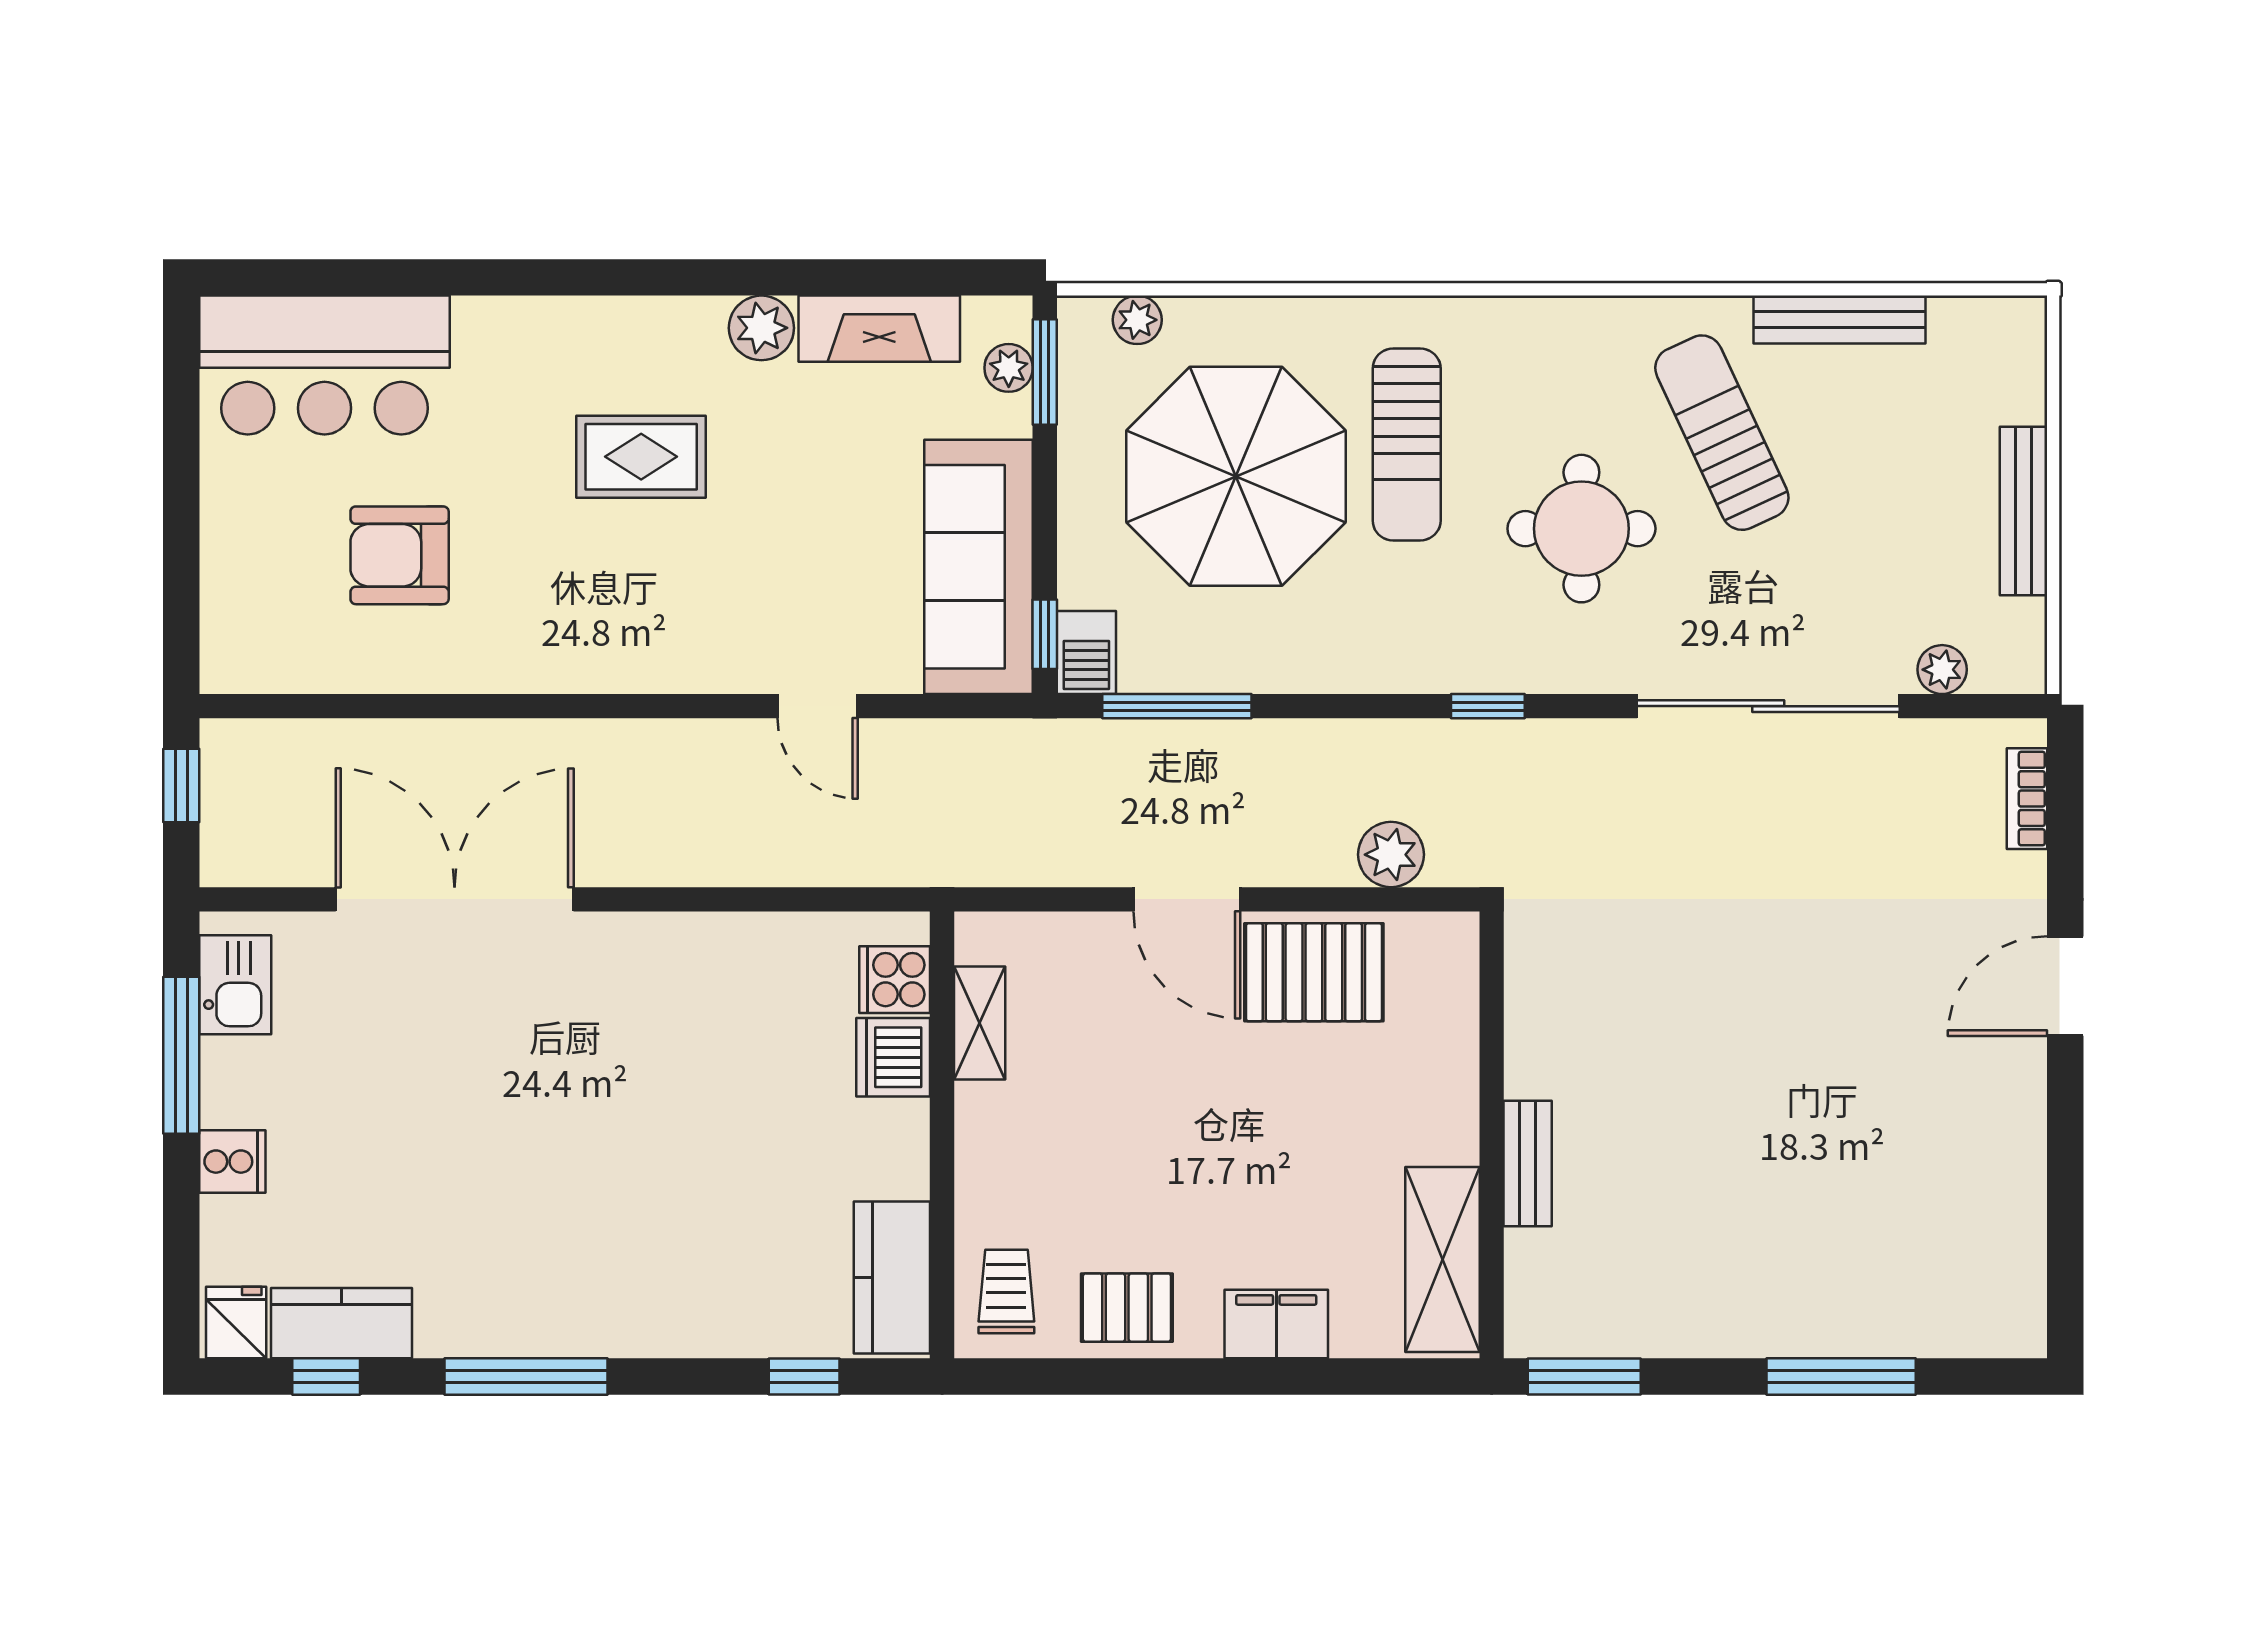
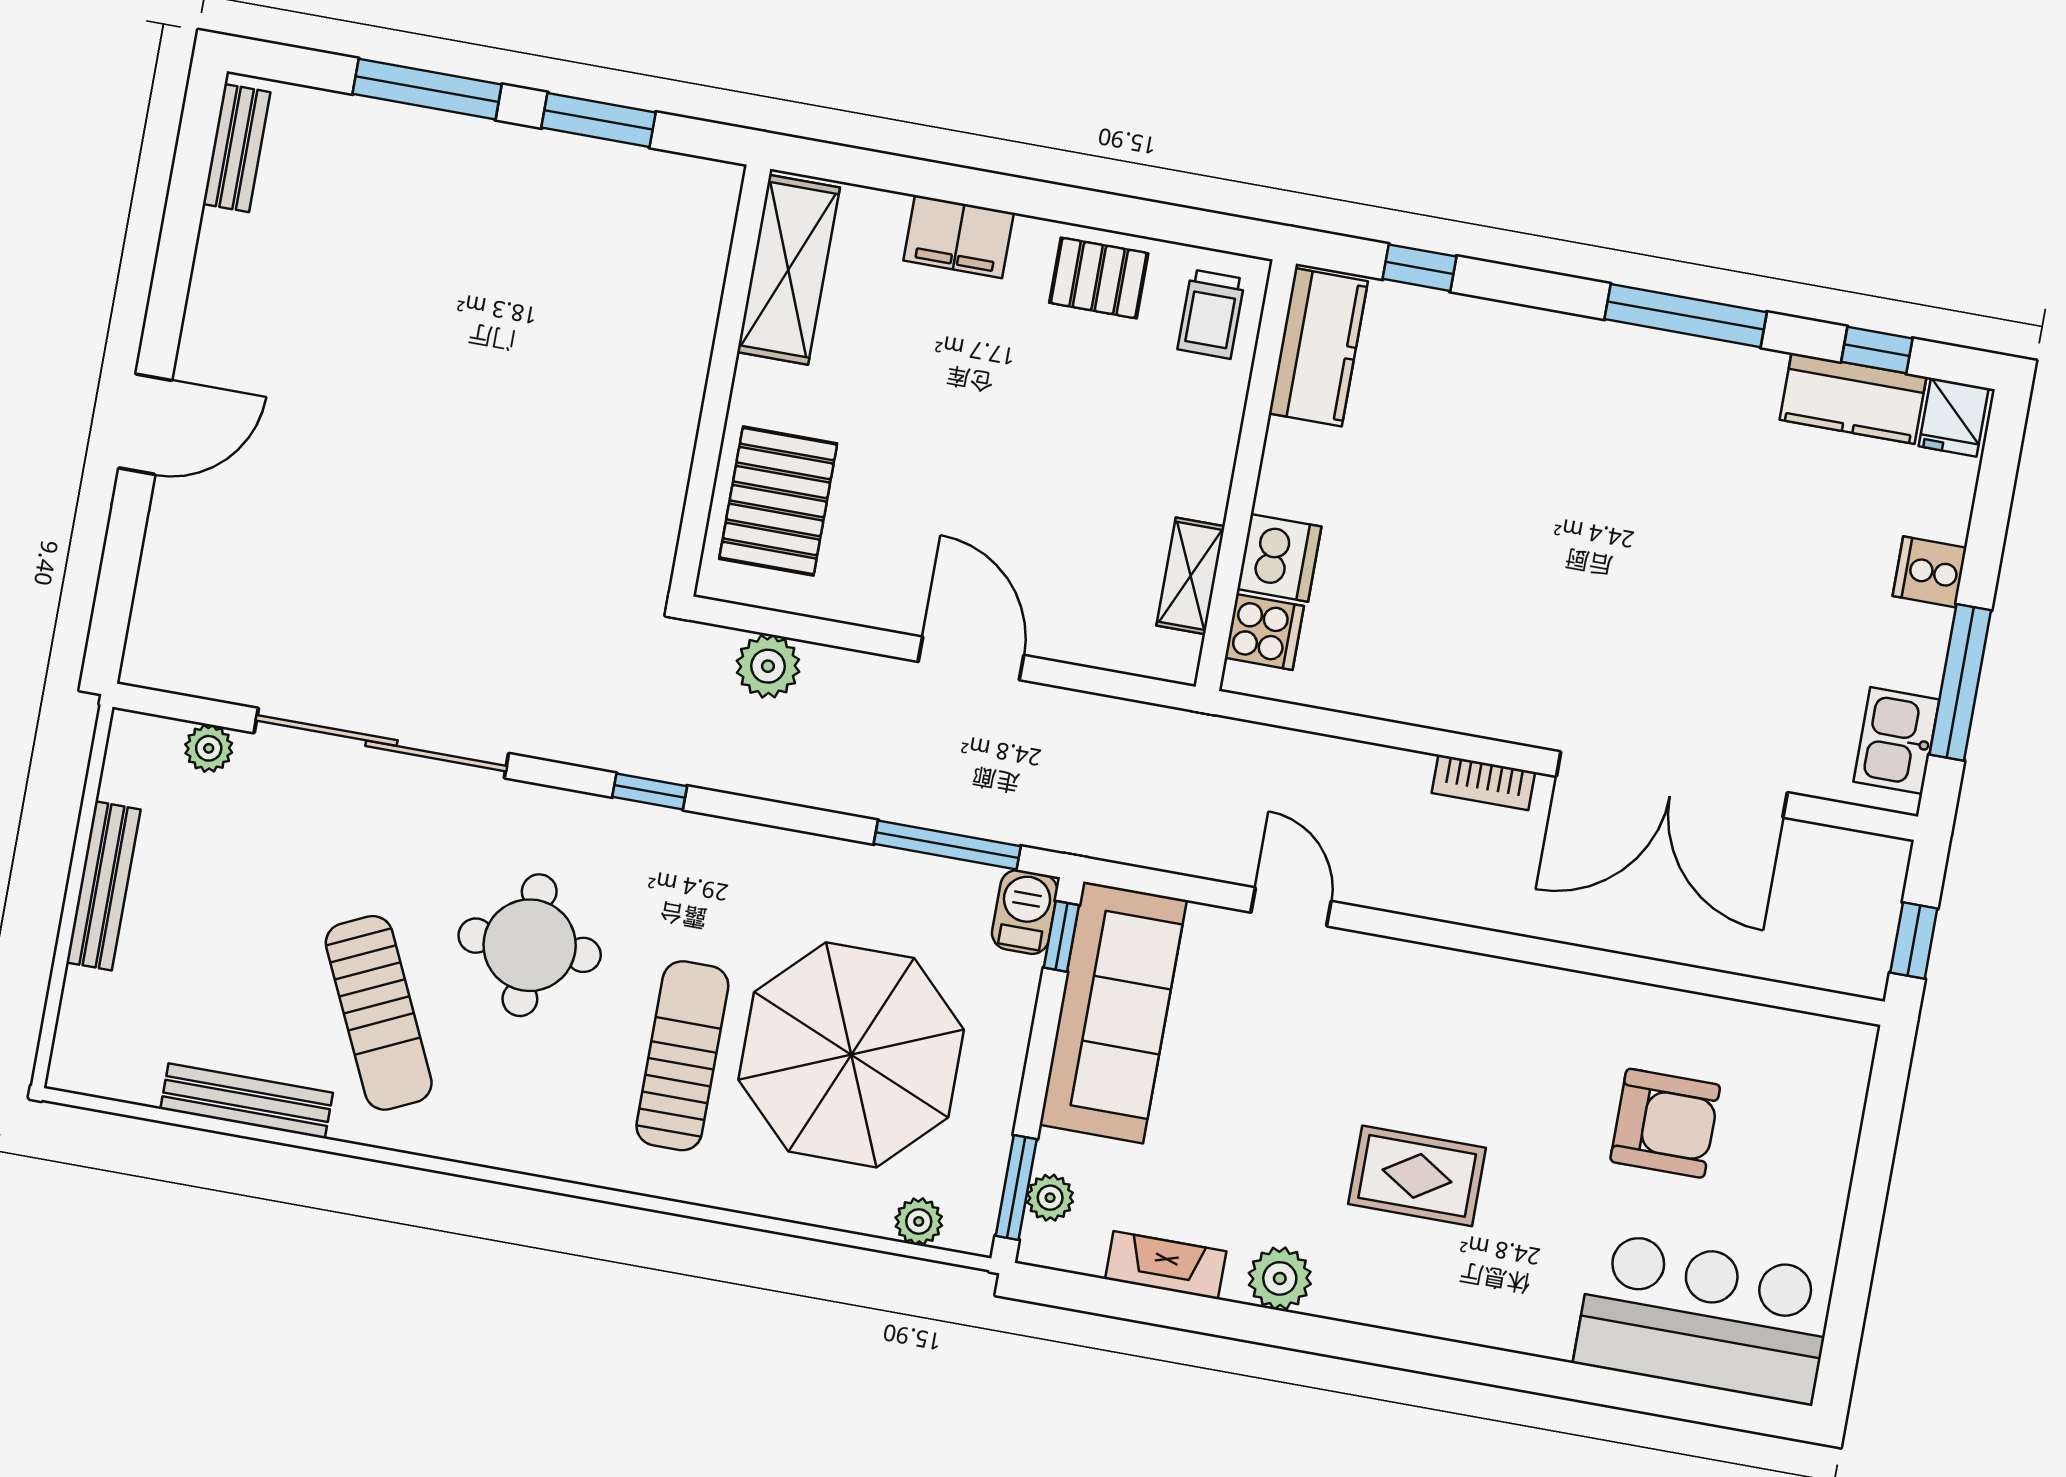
fireplace: (879, 329) -> (1166, 1265), width x0.73, depth x0.76
bookcase: (2027, 799) -> (1483, 782), moved, turned 90
pallet: (1314, 972) -> (778, 501), moved, turned 90
bench: (1528, 1163) -> (237, 148), moved
window: (1584, 1376) -> (599, 120), moved

